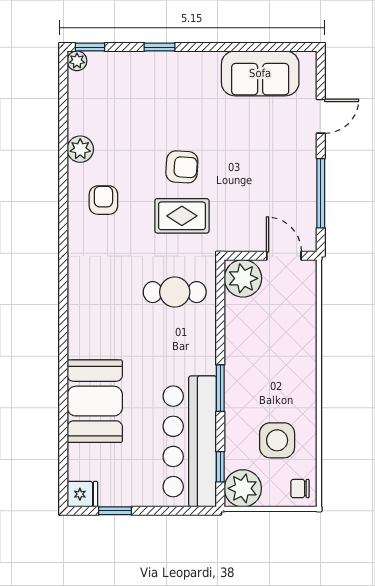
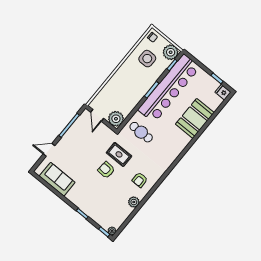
bar counter: (190, 441) -> (169, 88), width x1.36

